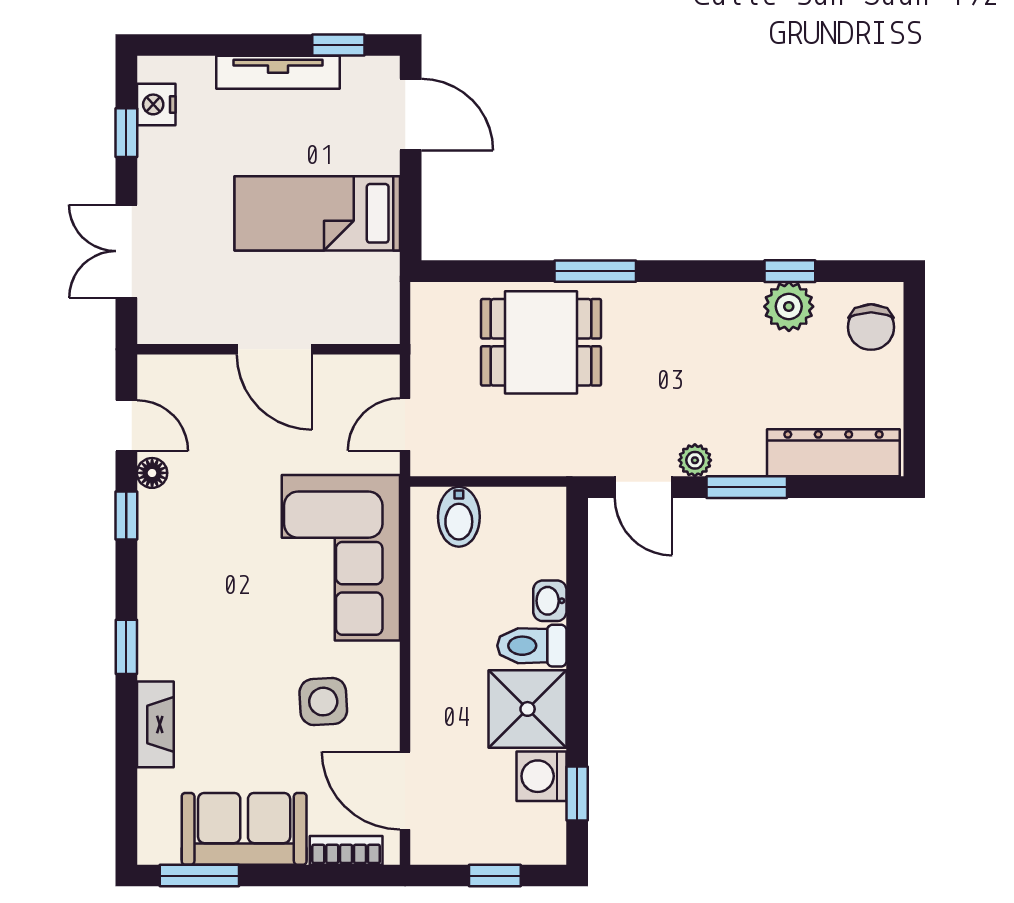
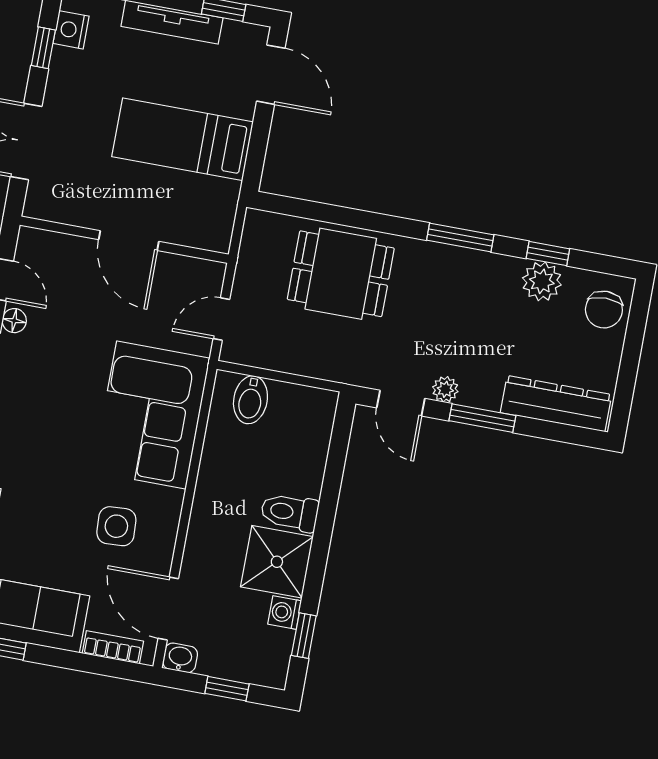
window: (595, 271) -> (460, 238), moved
washbasin: (550, 601) -> (180, 658), moved, turned 90
washing machine: (542, 776) -> (285, 612), width x0.73, depth x0.73

